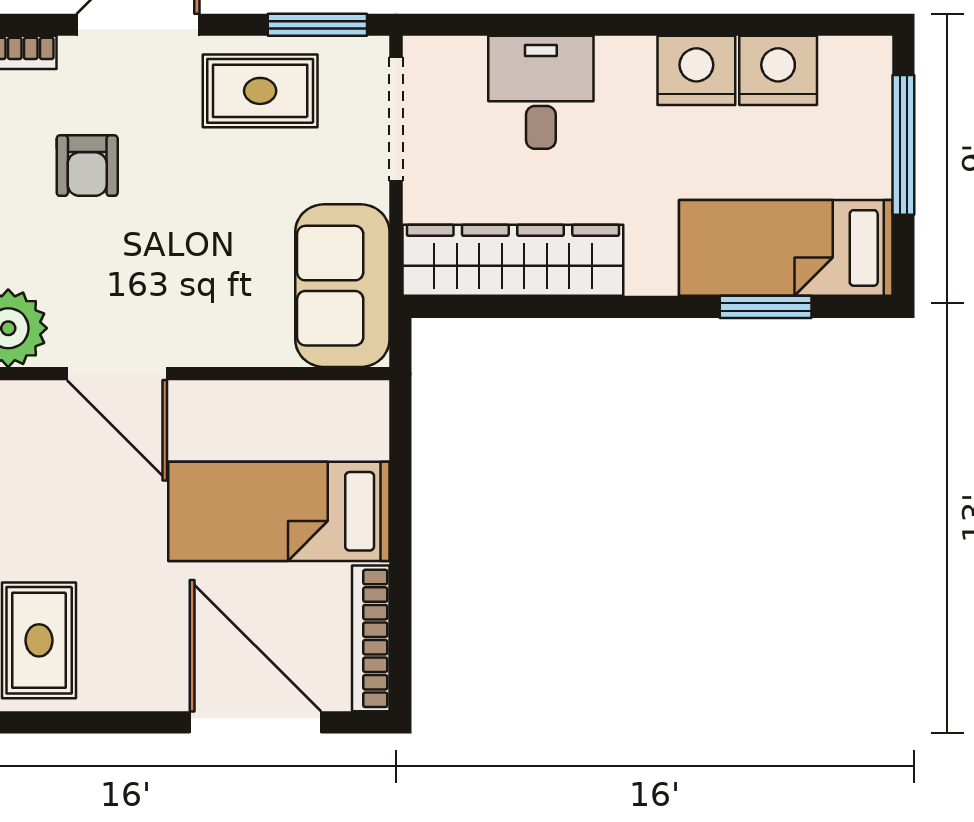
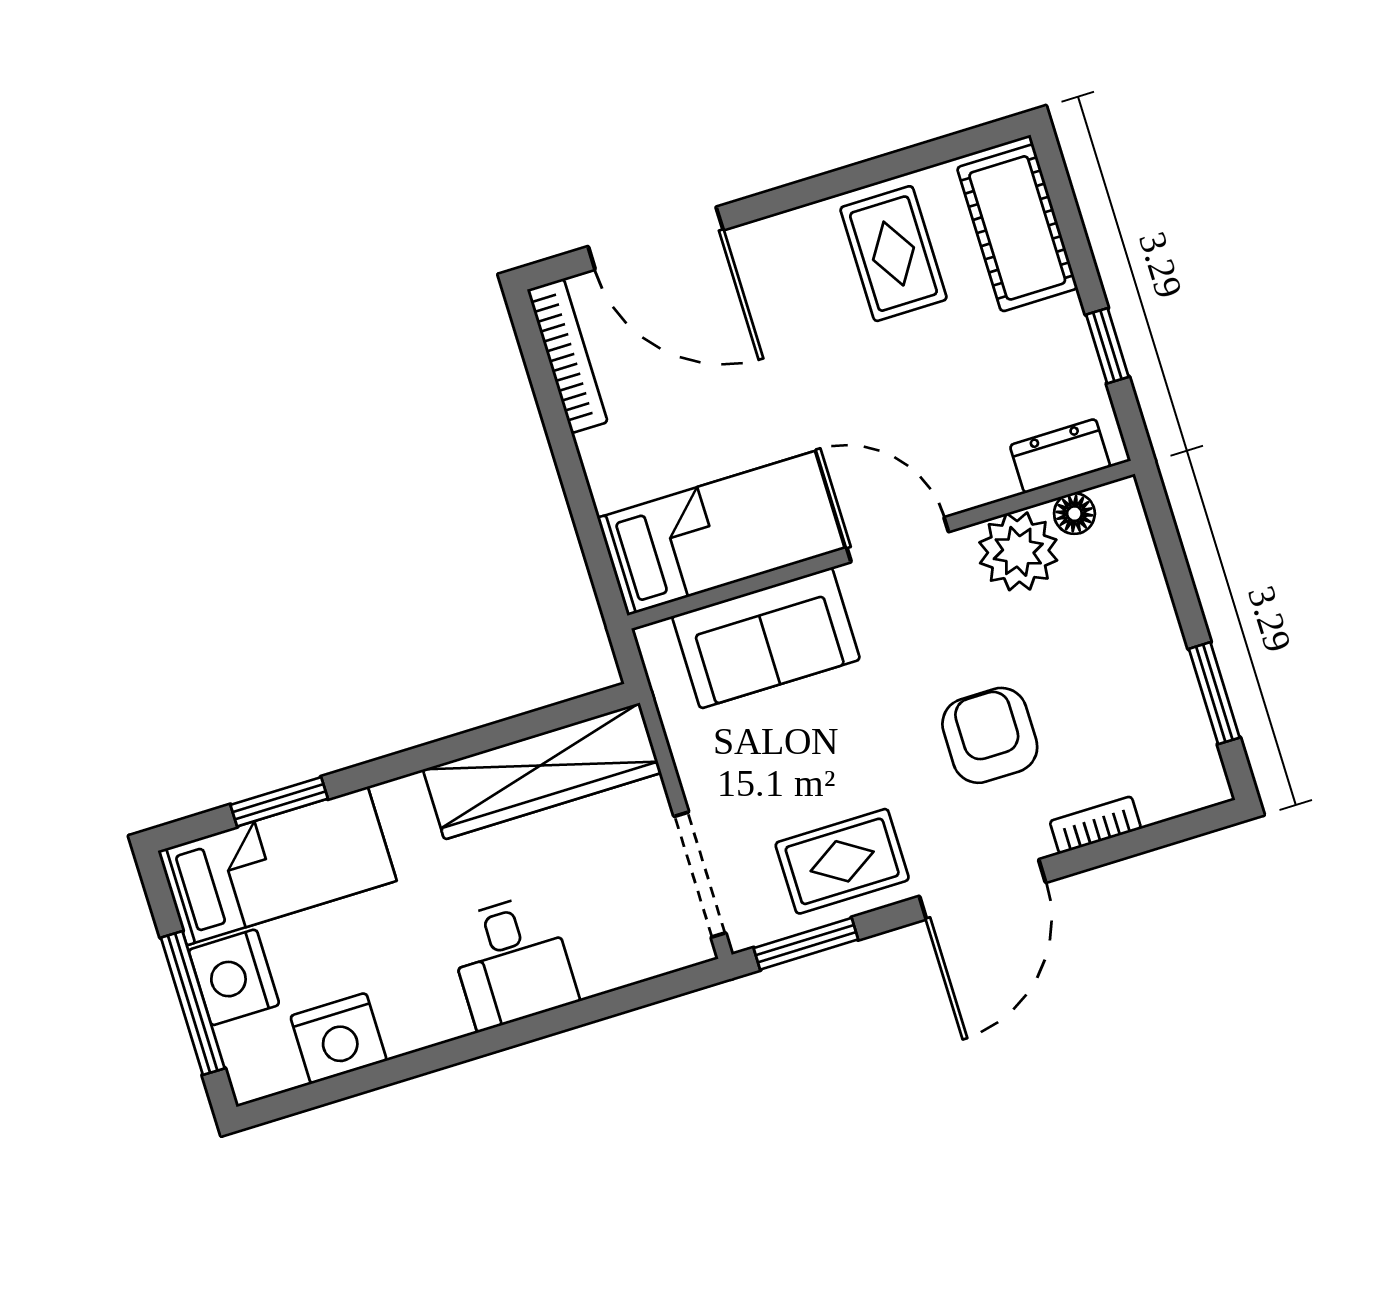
nightstand: (696, 70) -> (234, 977), moved, turned 90
desk: (541, 92) -> (512, 961), moved
armchair: (87, 166) -> (990, 735), width x1.38, depth x1.38
sofa: (342, 286) -> (766, 638), moved, turned 90
bed: (279, 511) -> (721, 533), moved

